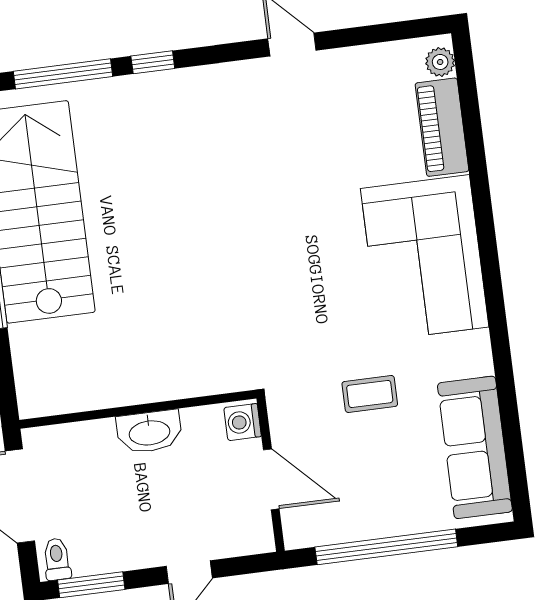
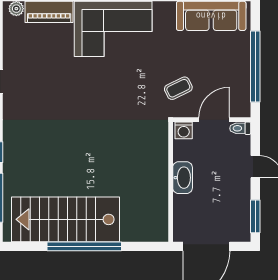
coffee table: (370, 394) -> (178, 88), moved, turned 64
toilet: (57, 559) -> (240, 128), moved

